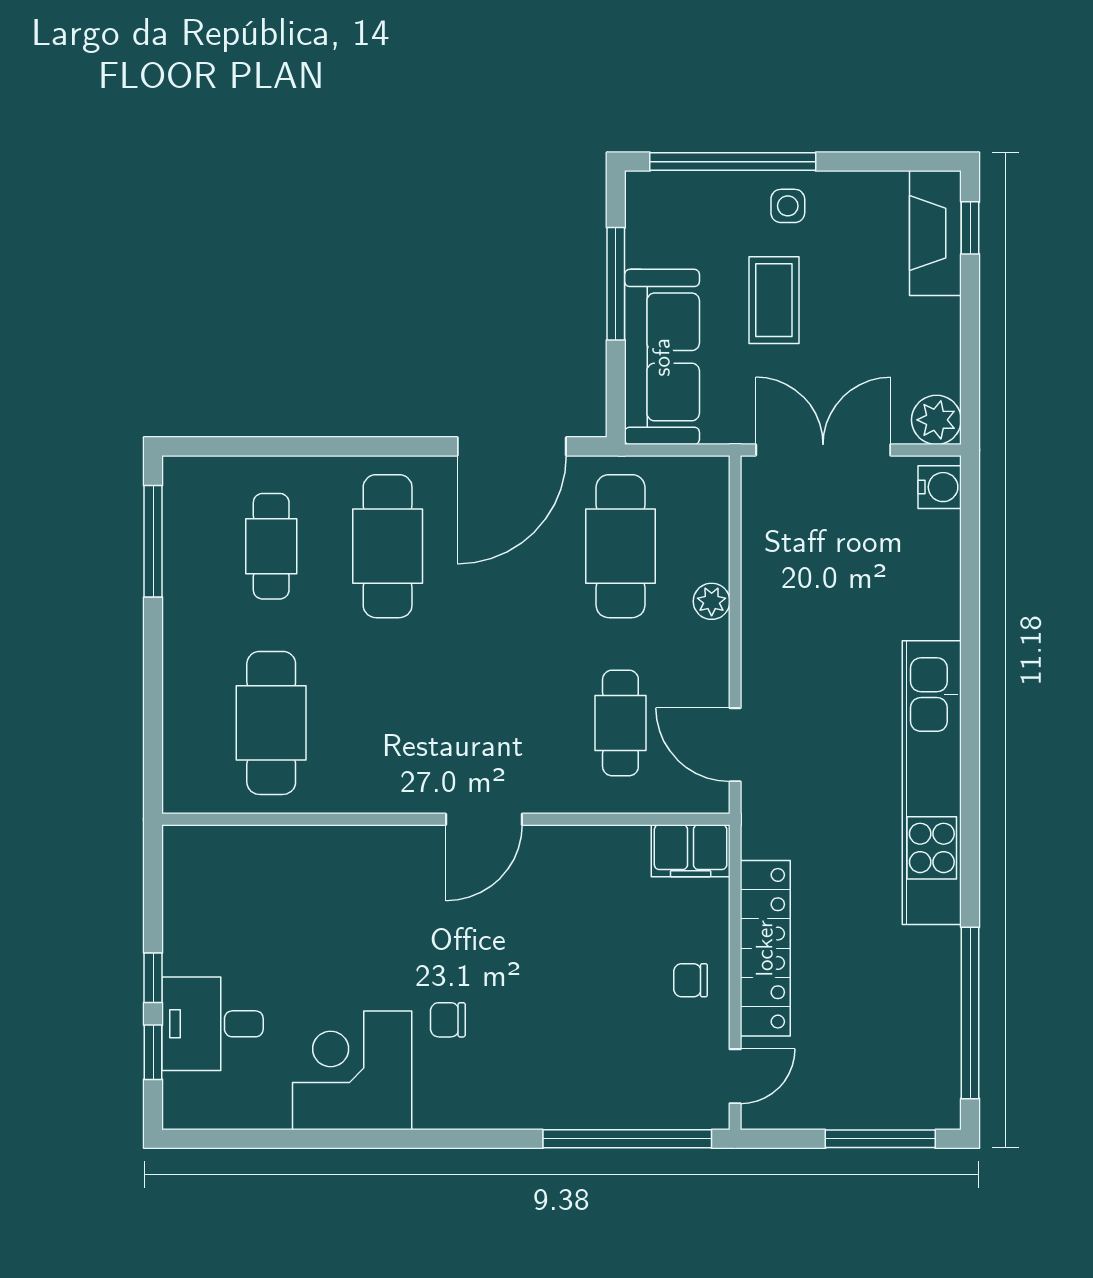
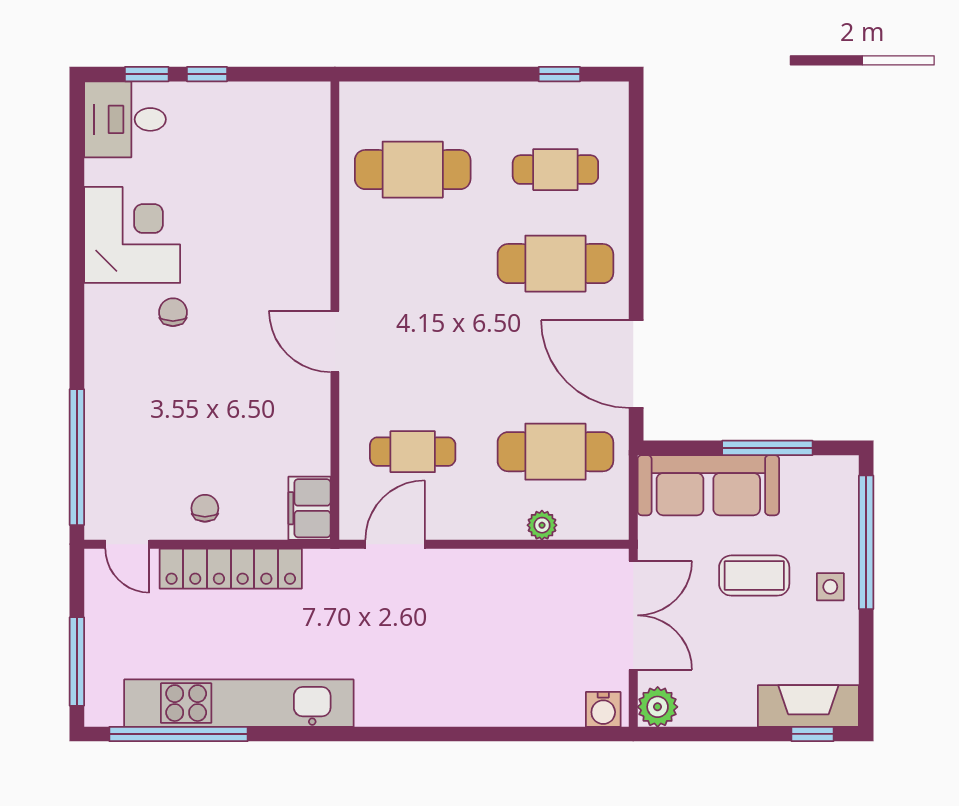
window: (153, 541) -> (559, 74), width x0.46
plant: (712, 601) -> (542, 525), moved
kitchen unit: (932, 783) -> (239, 703), moved
desk: (212, 1024) -> (125, 119), moved, turned -90

